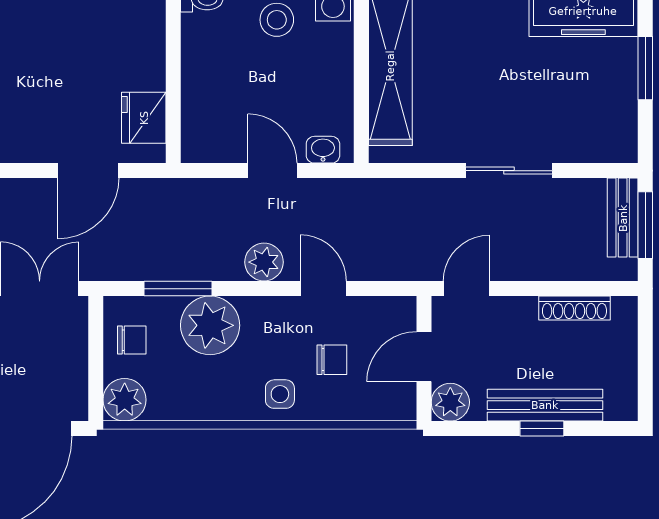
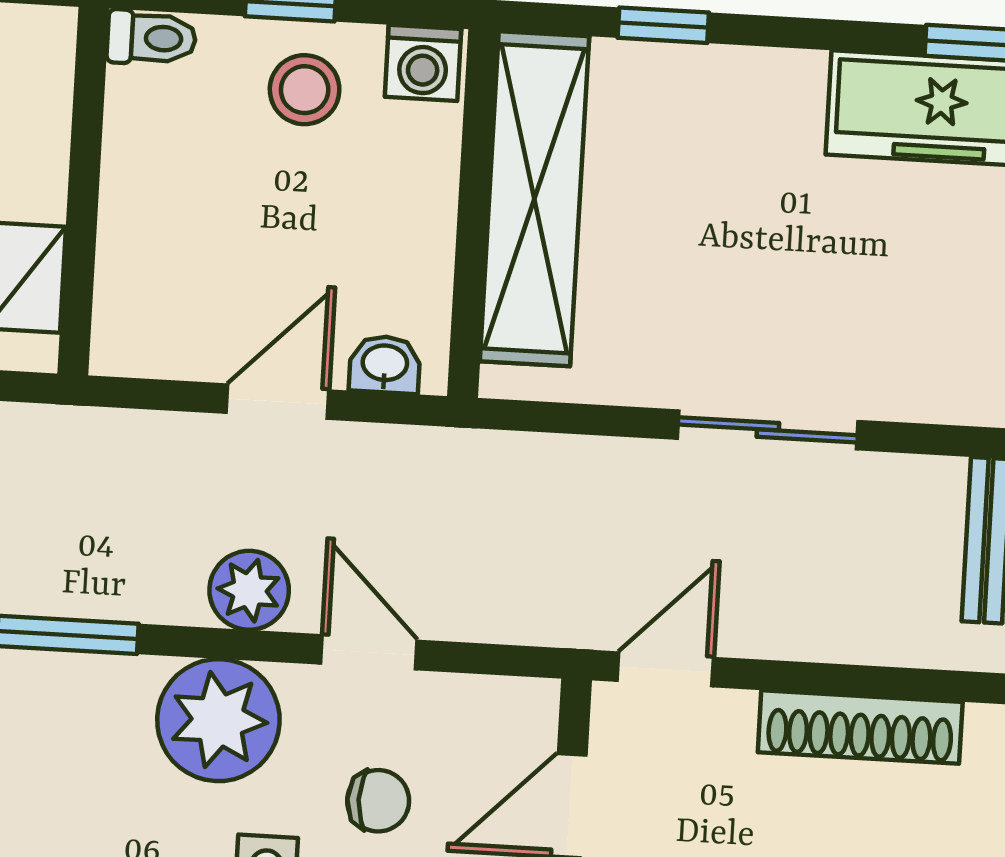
door: (272, 171) -> (277, 402), hinge flipped
shoe rack: (574, 308) -> (860, 727), width x1.36, depth x1.24
plant: (210, 325) -> (218, 720), moved

